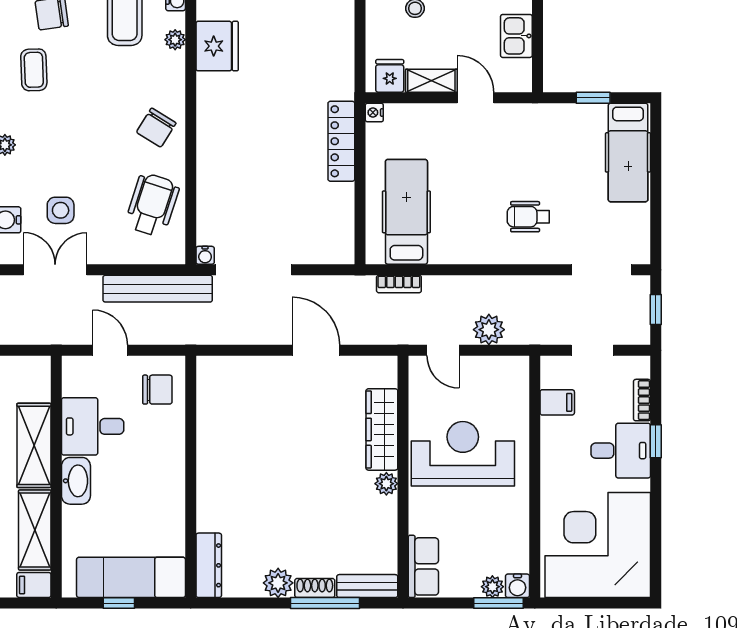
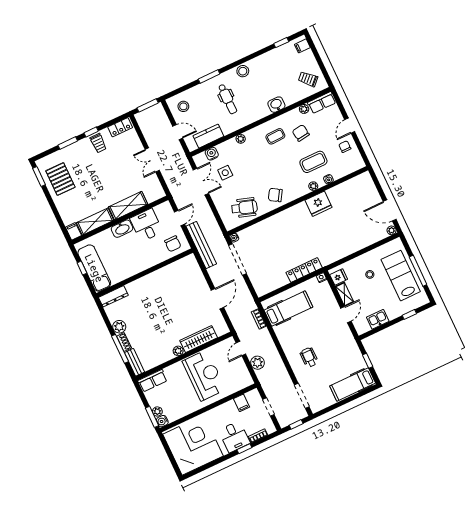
bench: (158, 289) -> (201, 245), moved

